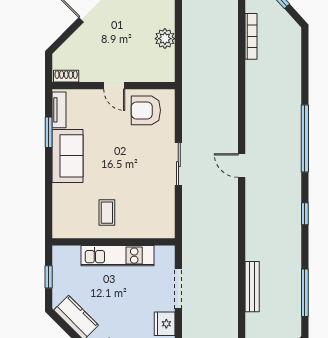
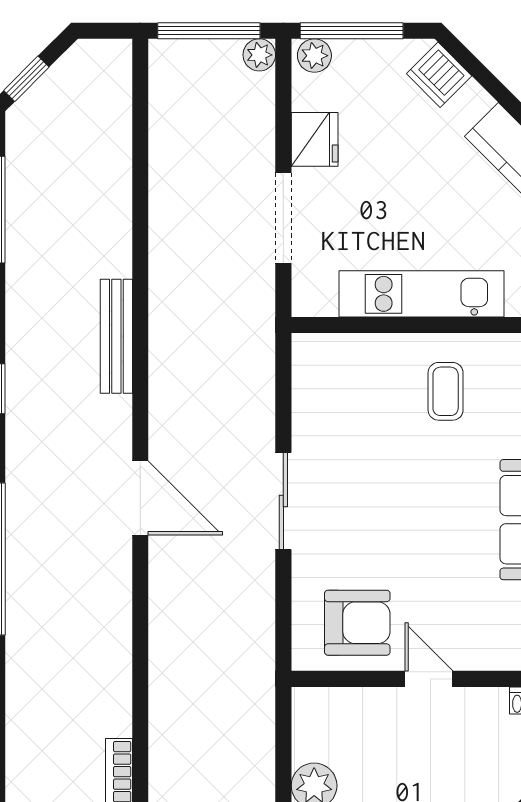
door: (242, 166) -> (140, 498), width x1.38
bench: (252, 287) -> (116, 336), moved

